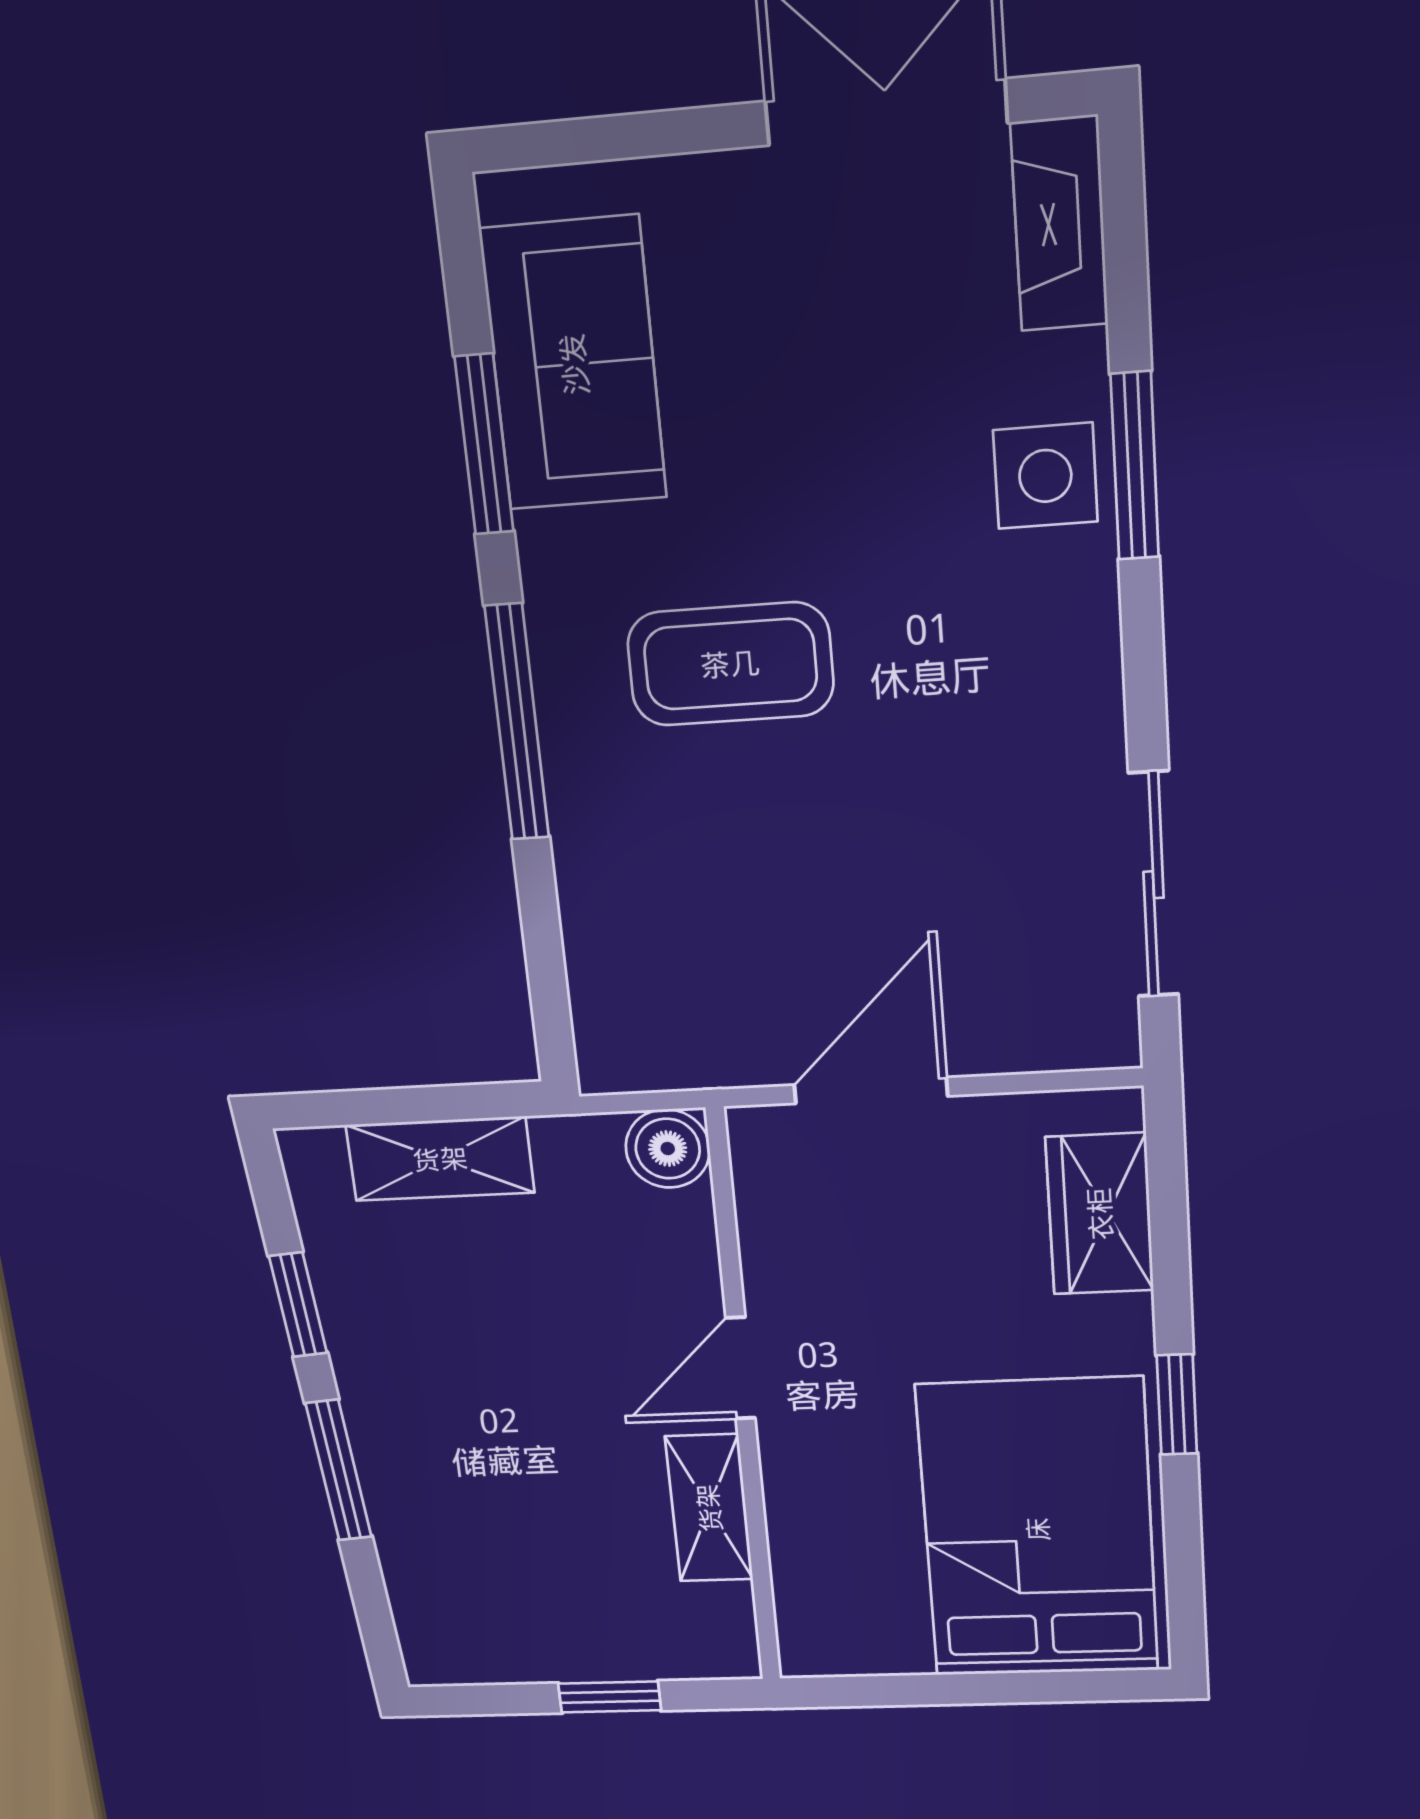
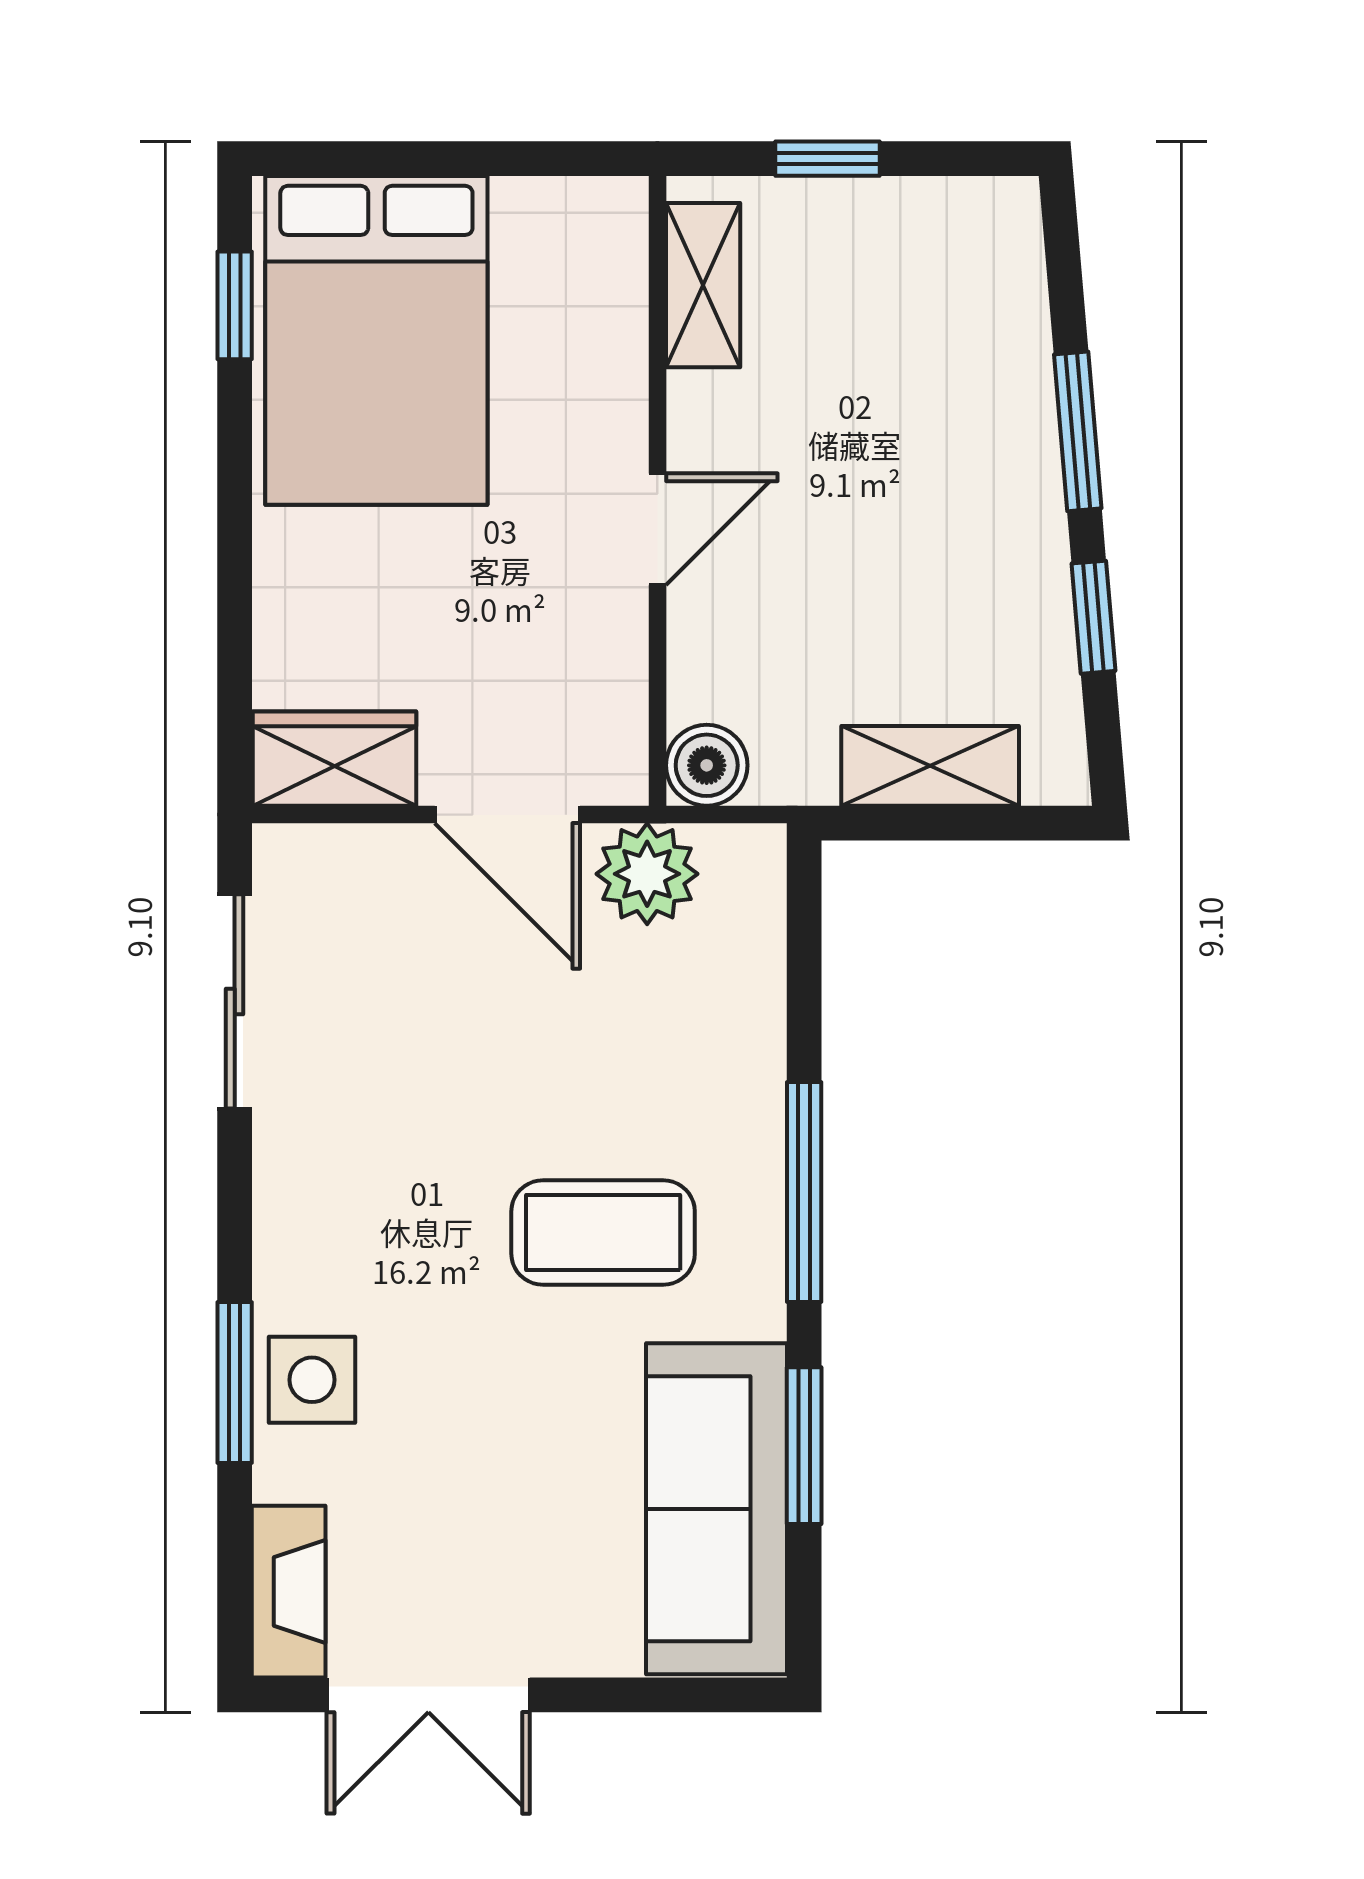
sofa: (574, 364) -> (716, 1509), width x1.36
plant: (719, 1039) -> (647, 874), added
door: (871, 1090) -> (507, 815), hinge flipped
wardrobe: (1100, 1214) -> (335, 759), moved, turned -90
window: (1177, 1405) -> (235, 305), moved
shelving: (709, 1508) -> (703, 285), moved

